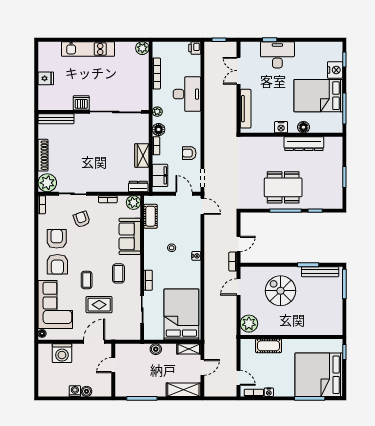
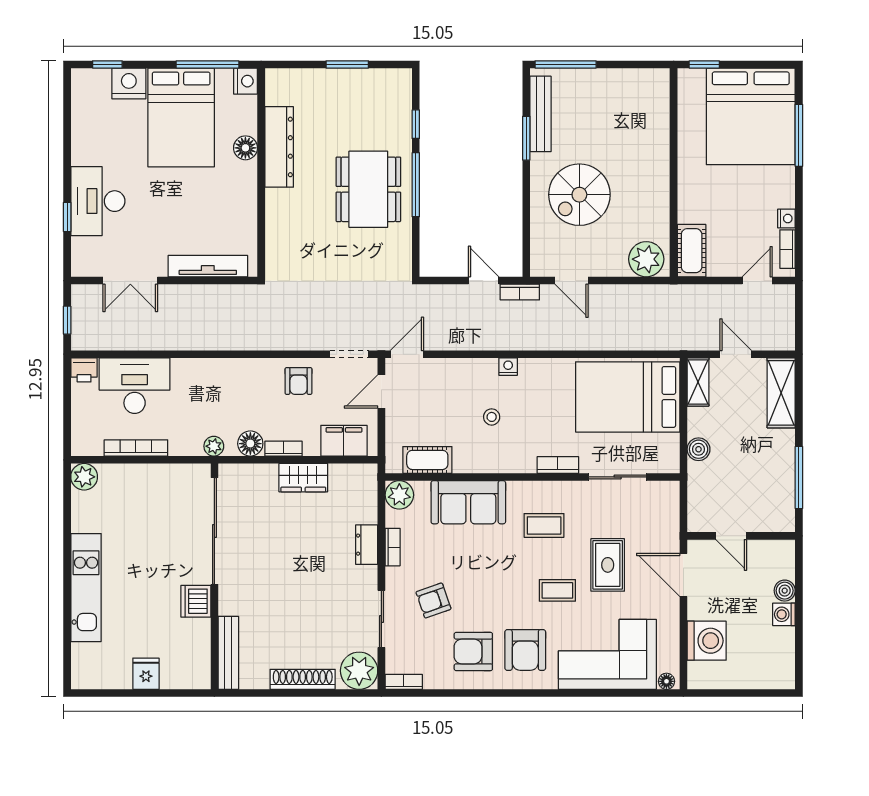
desk: (187, 94) -> (135, 386), moved
nightstand: (281, 127) -> (245, 81), moved
dresser: (138, 187) -> (367, 545), moved
armchair: (57, 264) -> (525, 650), turned 90
cot: (268, 346) -> (692, 251), moved

